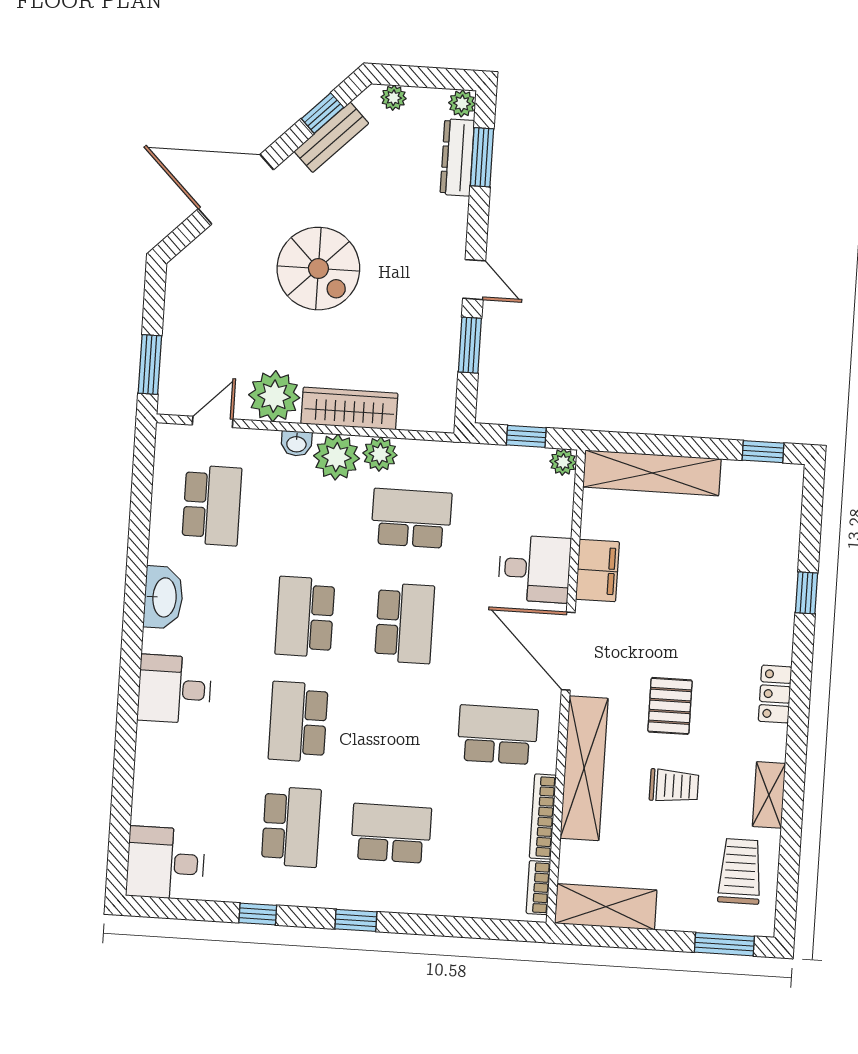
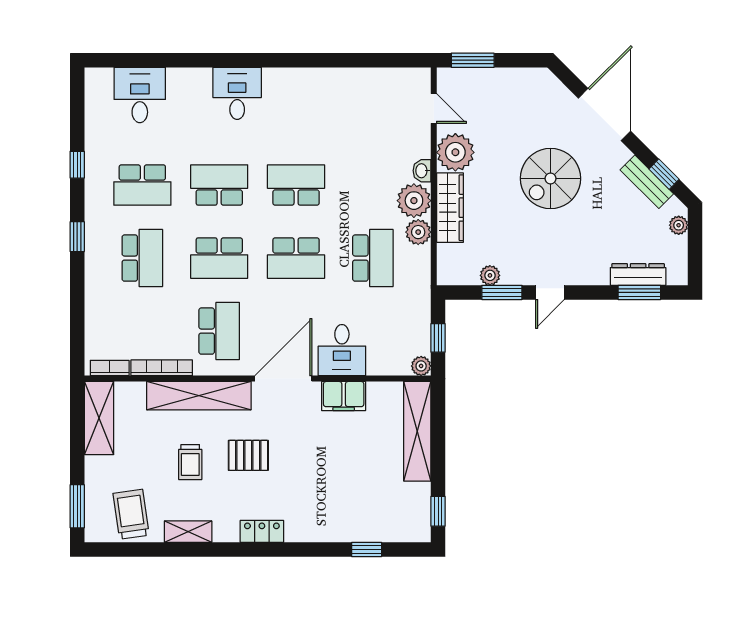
plant: (462, 103) -> (490, 275), moved
school desk: (212, 505) -> (219, 258), moved
window: (806, 593) -> (367, 549), moved
washbasin: (163, 597) -> (304, 81), removed
desk: (165, 863) -> (140, 95), moved
trolley: (740, 871) -> (131, 514), turned -98

